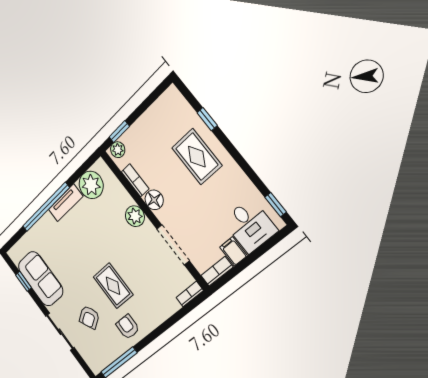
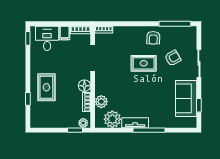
window: (46, 207) -> (149, 130), width x0.68
plant: (135, 216) -> (101, 102), moved
rug: (113, 286) -> (144, 63), turned 90

